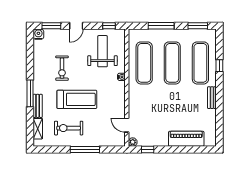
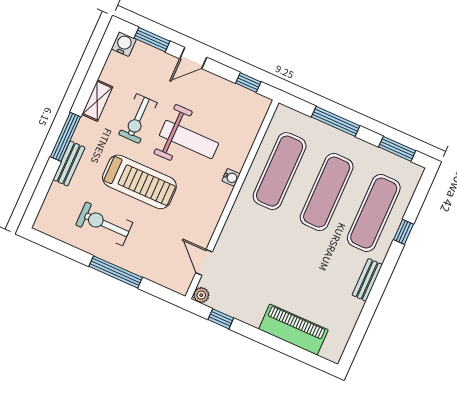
weight bench: (102, 51) -> (189, 139), moved, turned 90
shelving: (38, 129) -> (97, 101), moved

